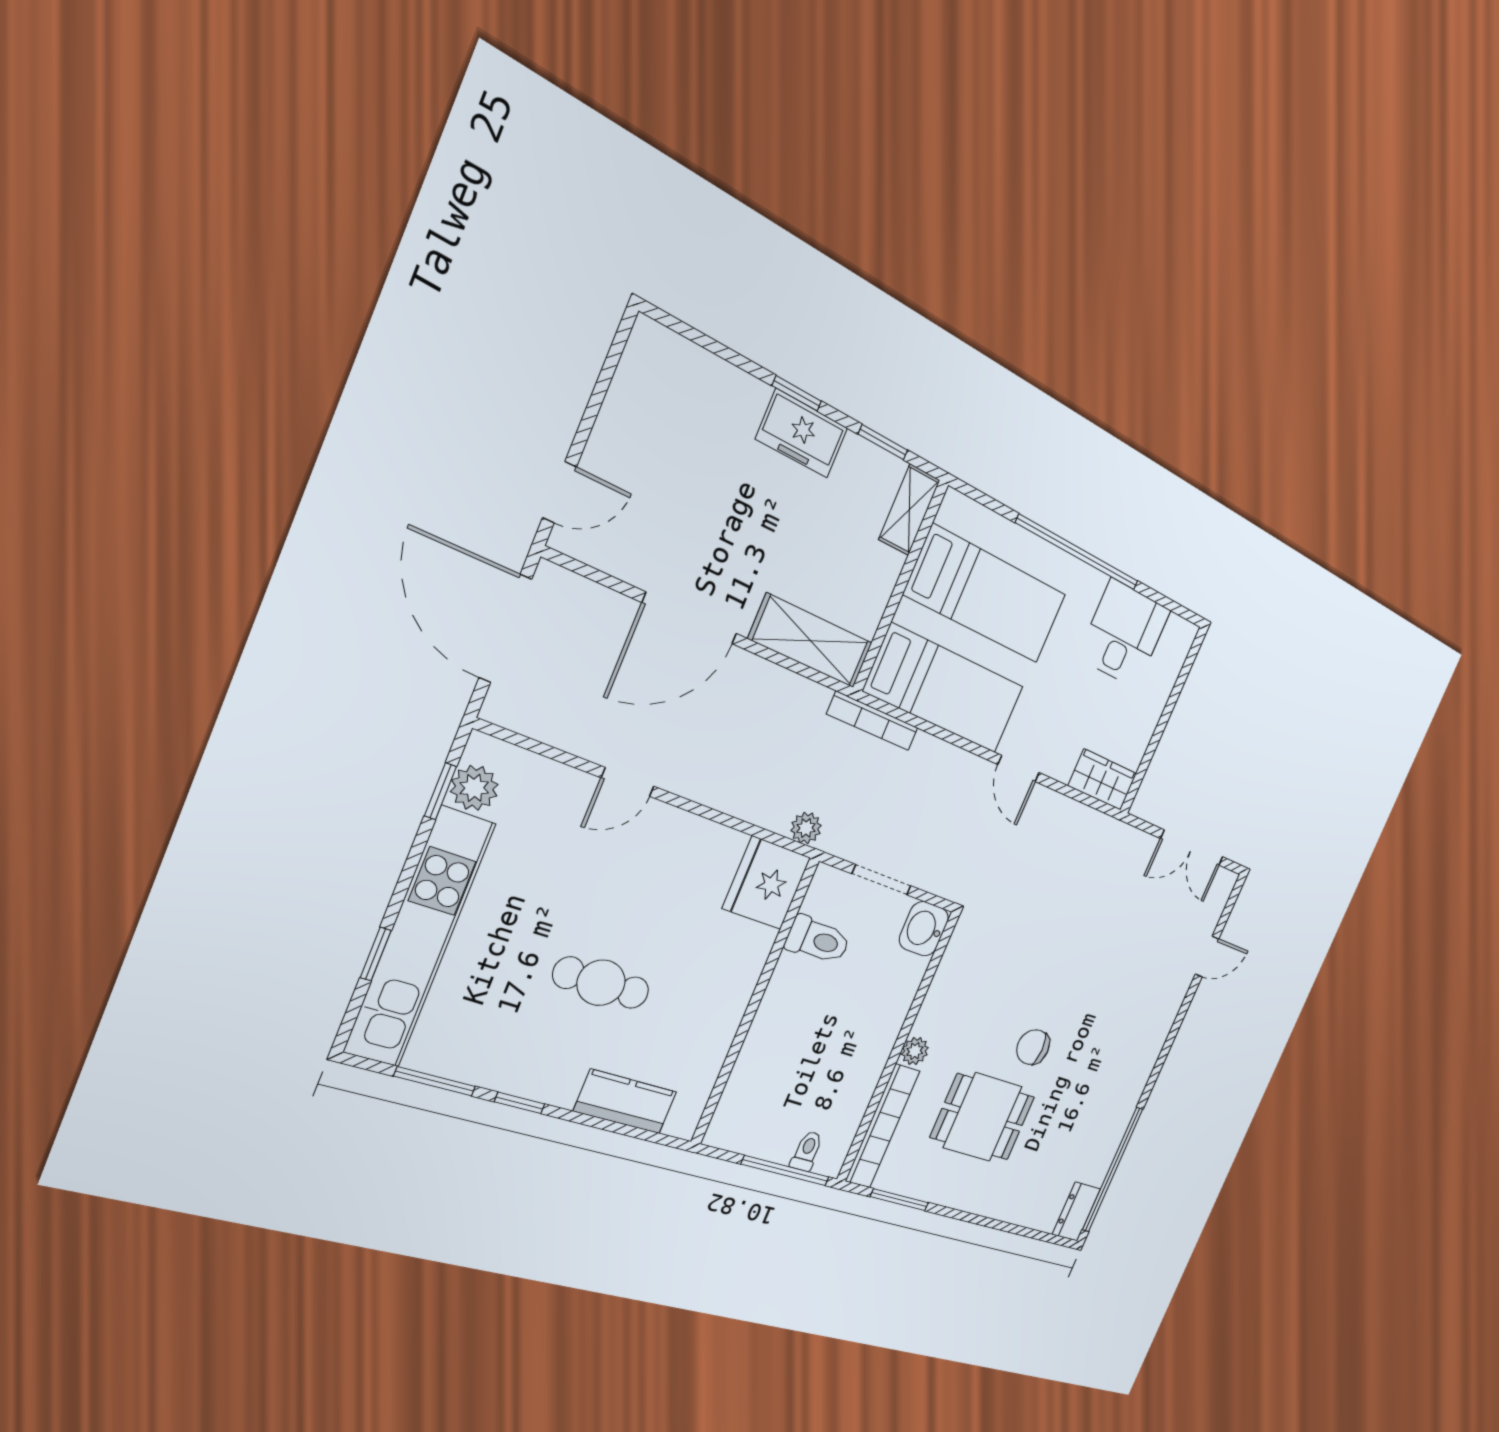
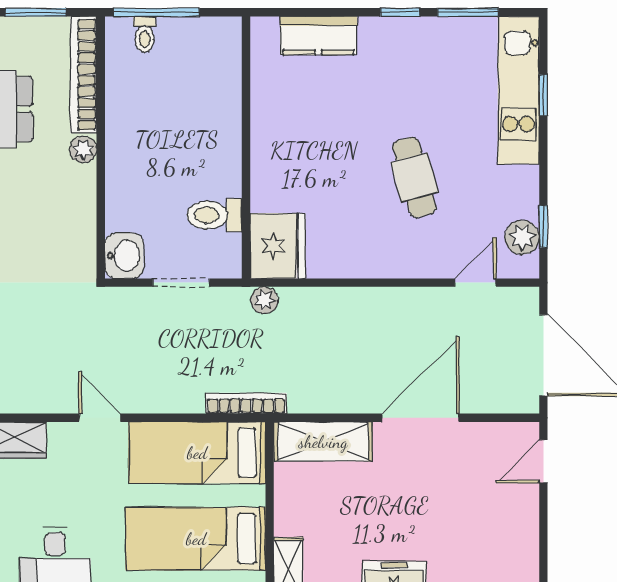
door: (628, 782) -> (475, 283), moved
kitchen unit: (419, 938) -> (519, 90), width x0.73
cafe table: (601, 983) -> (414, 177), moved, turned 75

